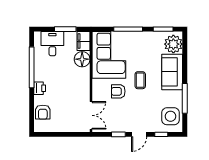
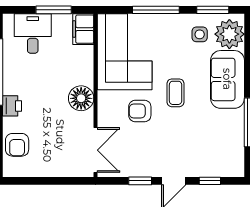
floor lamp: (82, 59) -> (81, 98), moved
side table: (171, 116) -> (200, 34), moved, width x0.54, depth x0.54

